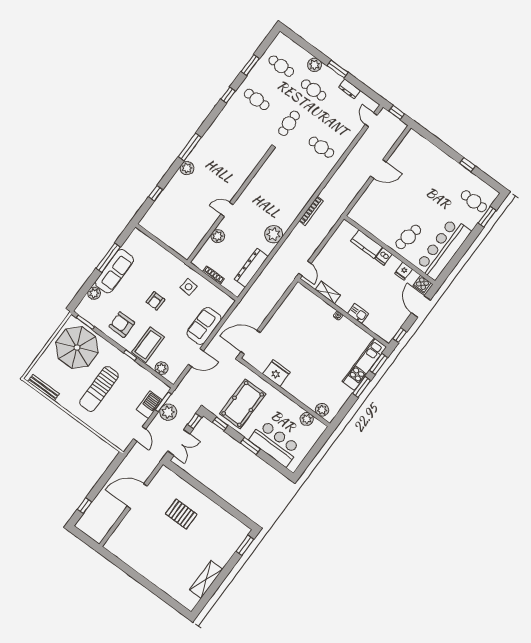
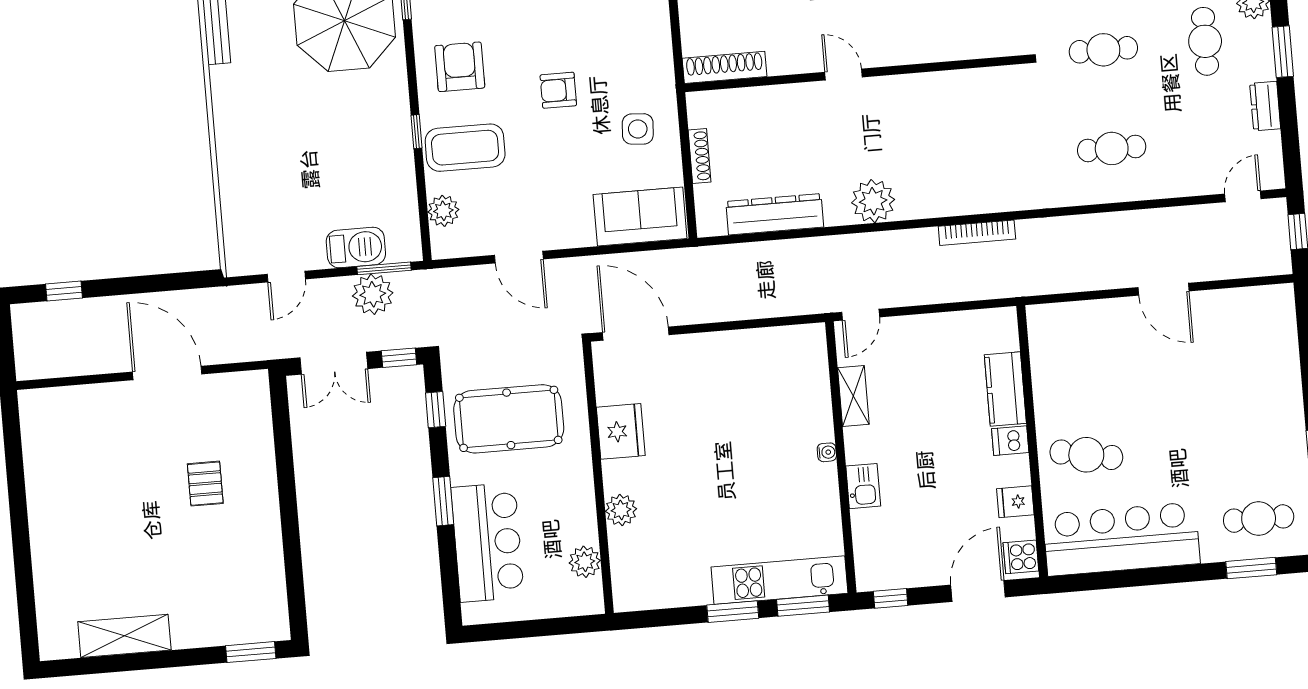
cafe table: (321, 147) -> (1112, 148), turned 90
cafe table: (474, 201) -> (1259, 519), turned 90
plant: (218, 236) -> (779, 101), removed
shoe rack: (193, 244) -> (725, 67), added
sofa: (204, 326) -> (640, 217), moved
sun lounger: (99, 389) -> (303, 129), removed
plant: (322, 410) -> (621, 510), moved
pallet: (181, 514) -> (205, 484), width x0.67, depth x0.71

